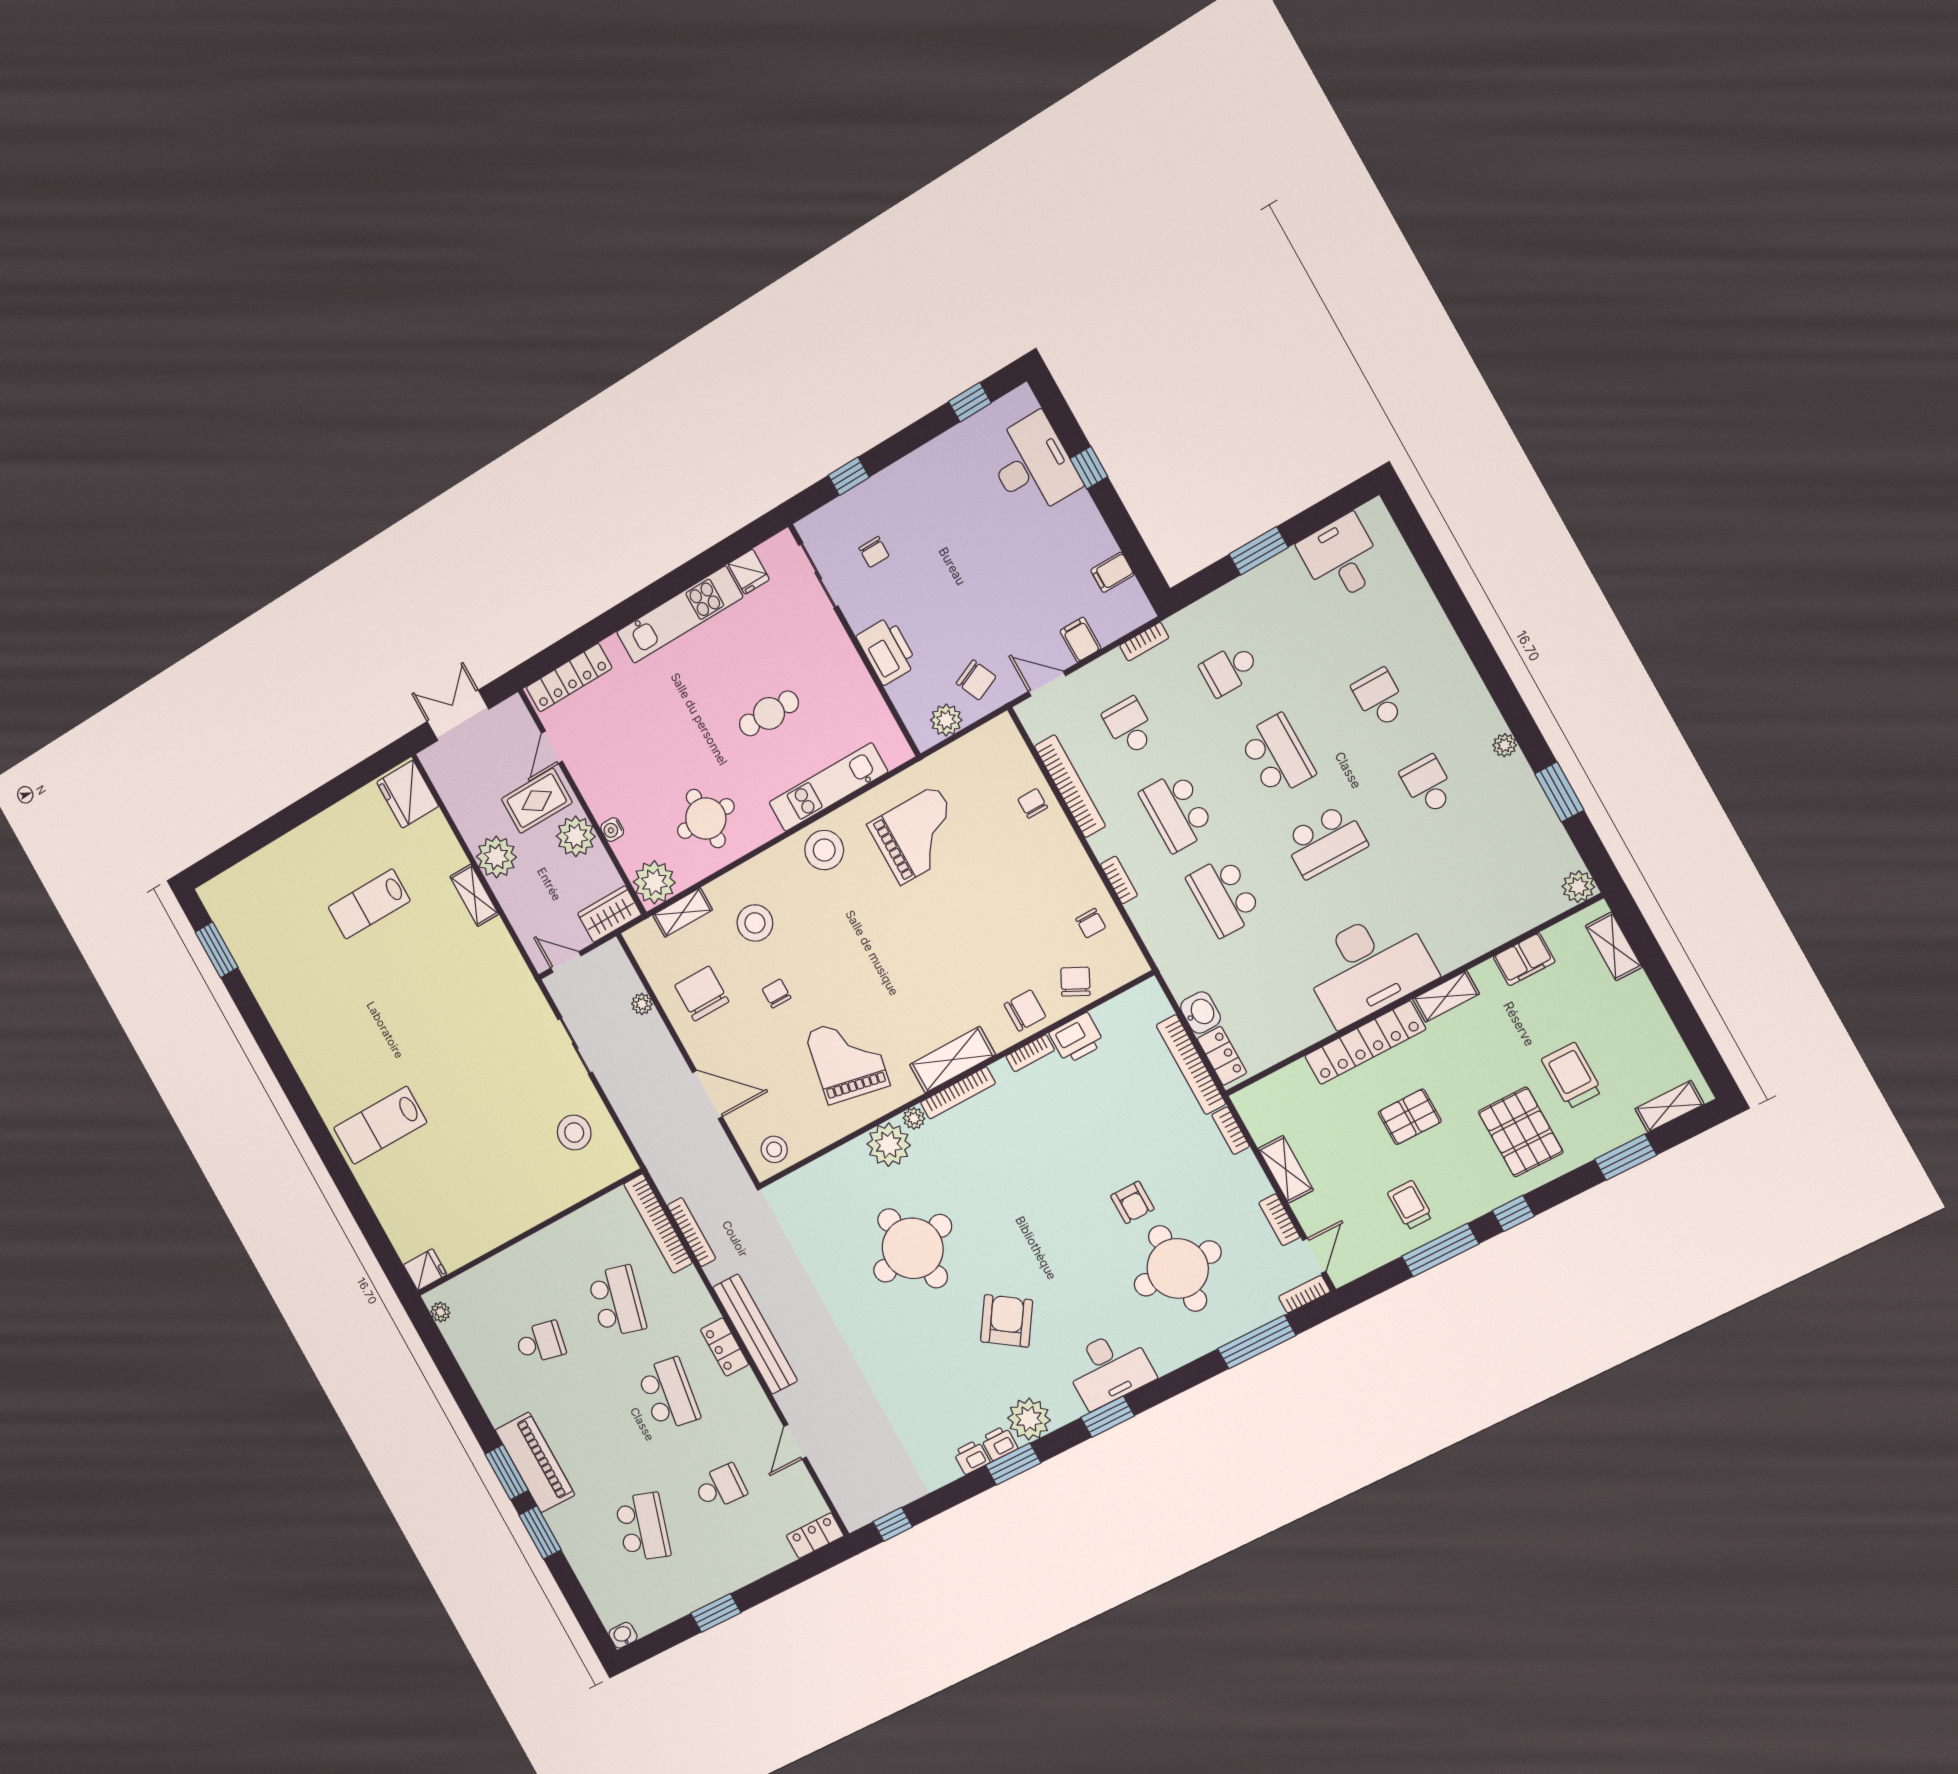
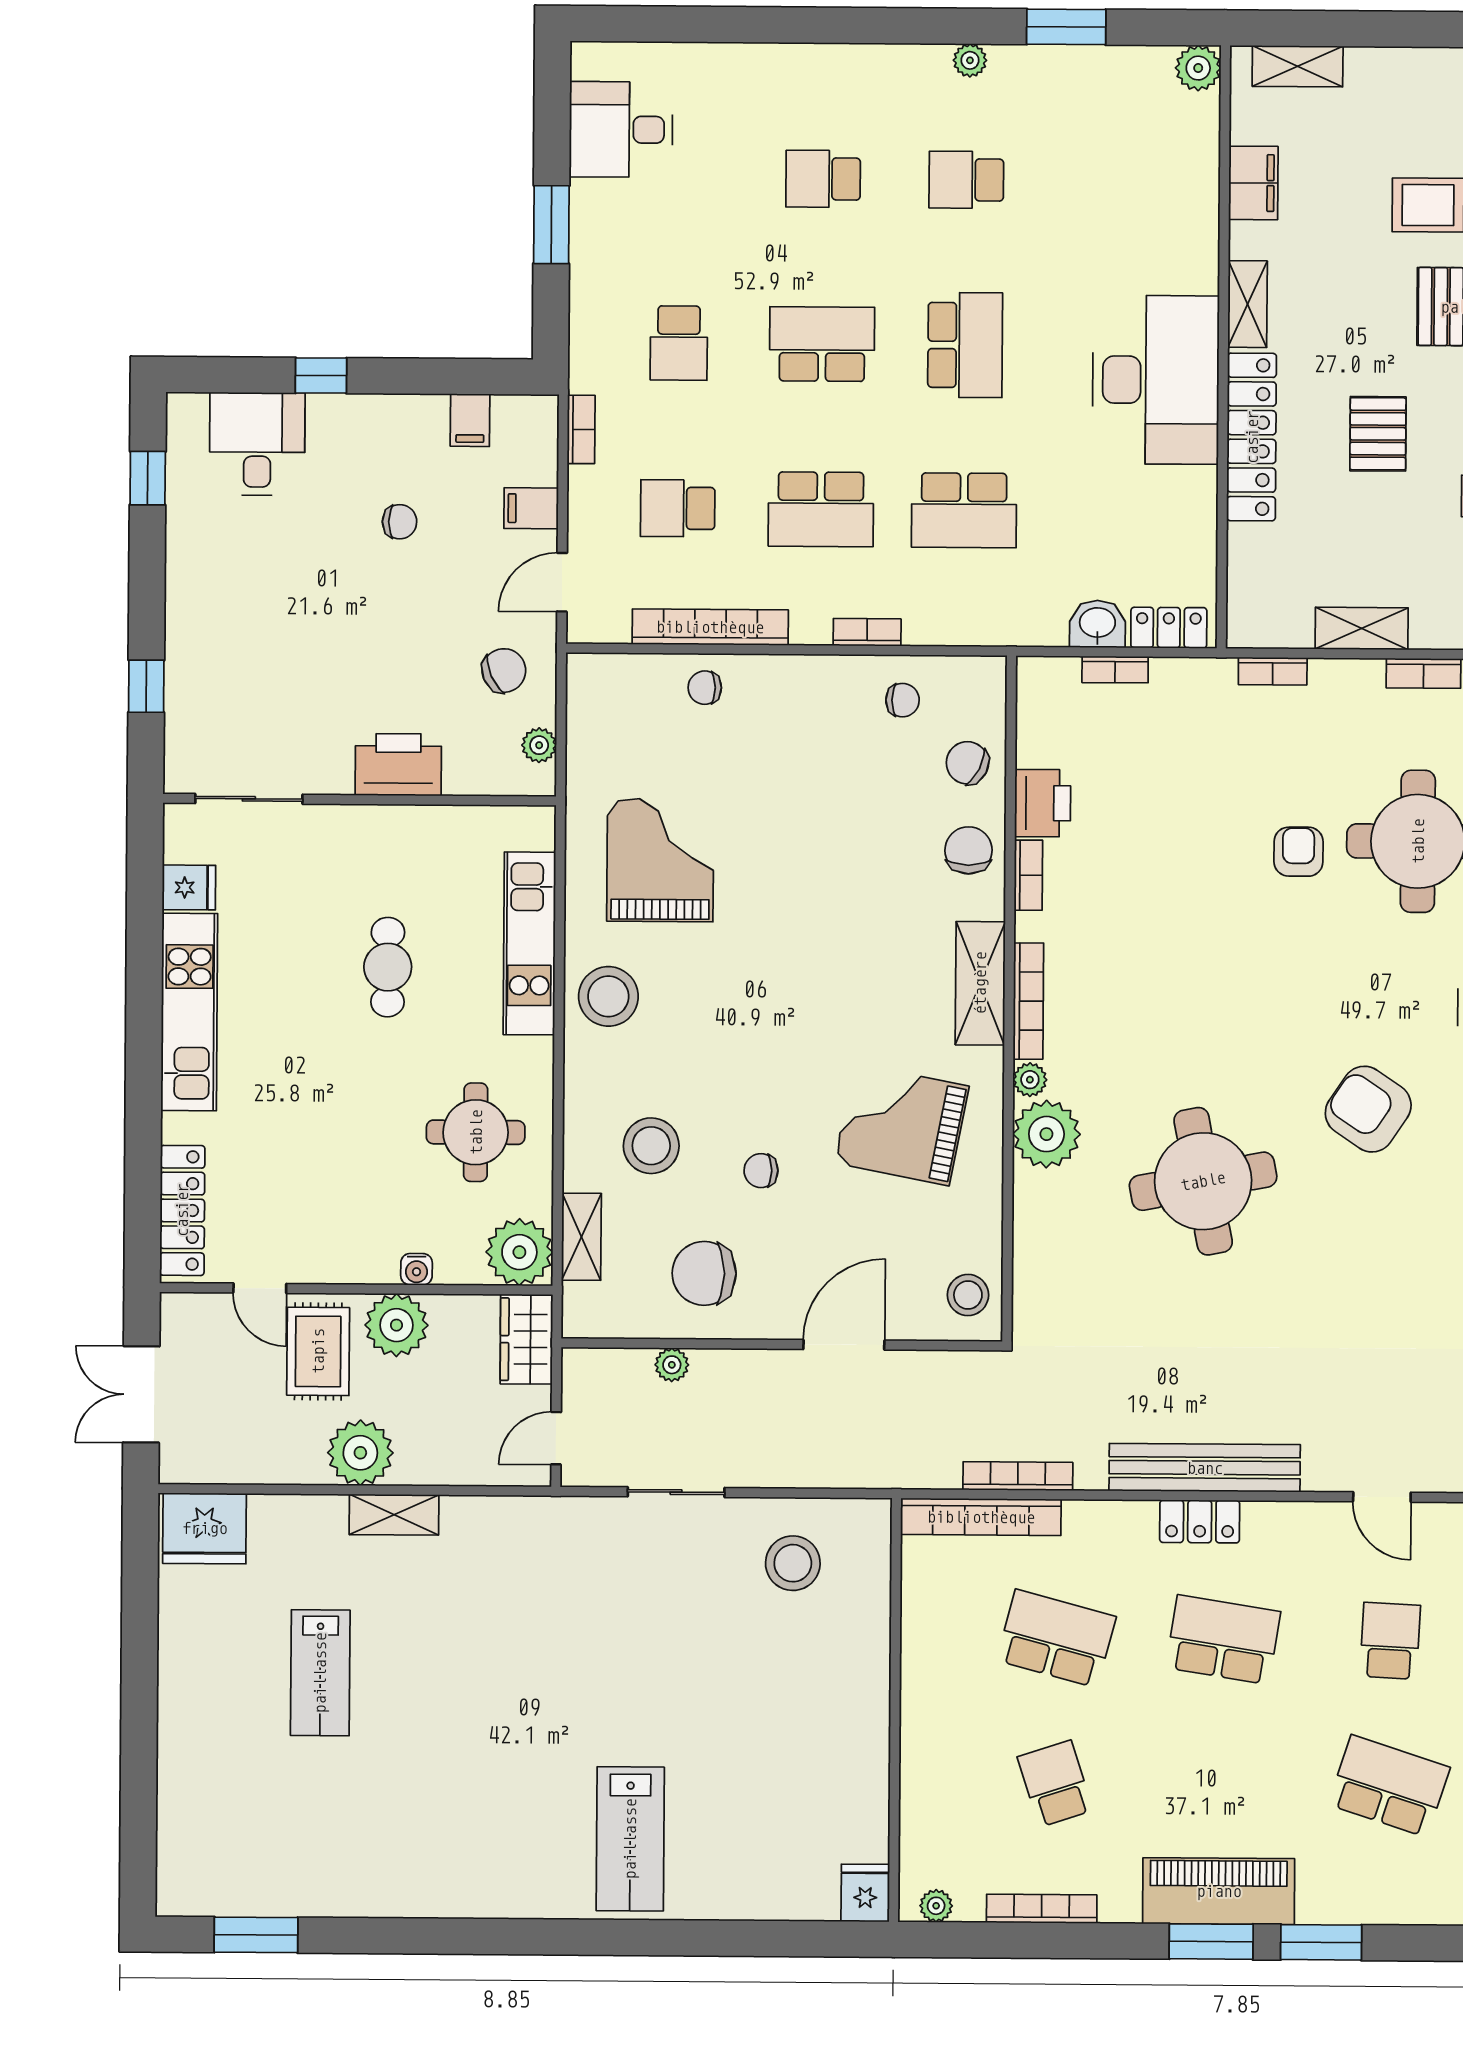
desk: (1033, 465) -> (257, 444), width x0.73
chair: (874, 552) -> (400, 522), moved
plant: (946, 720) -> (539, 745), width x0.73, depth x0.73
bookcase: (1191, 1065) -> (1115, 670), width x0.43, depth x0.76
armchair: (1132, 1202) -> (1299, 852), turned -90
school desk: (540, 1342) -> (1055, 1784), turned -30
bookcase: (471, 1371) -> (1042, 1909), added

